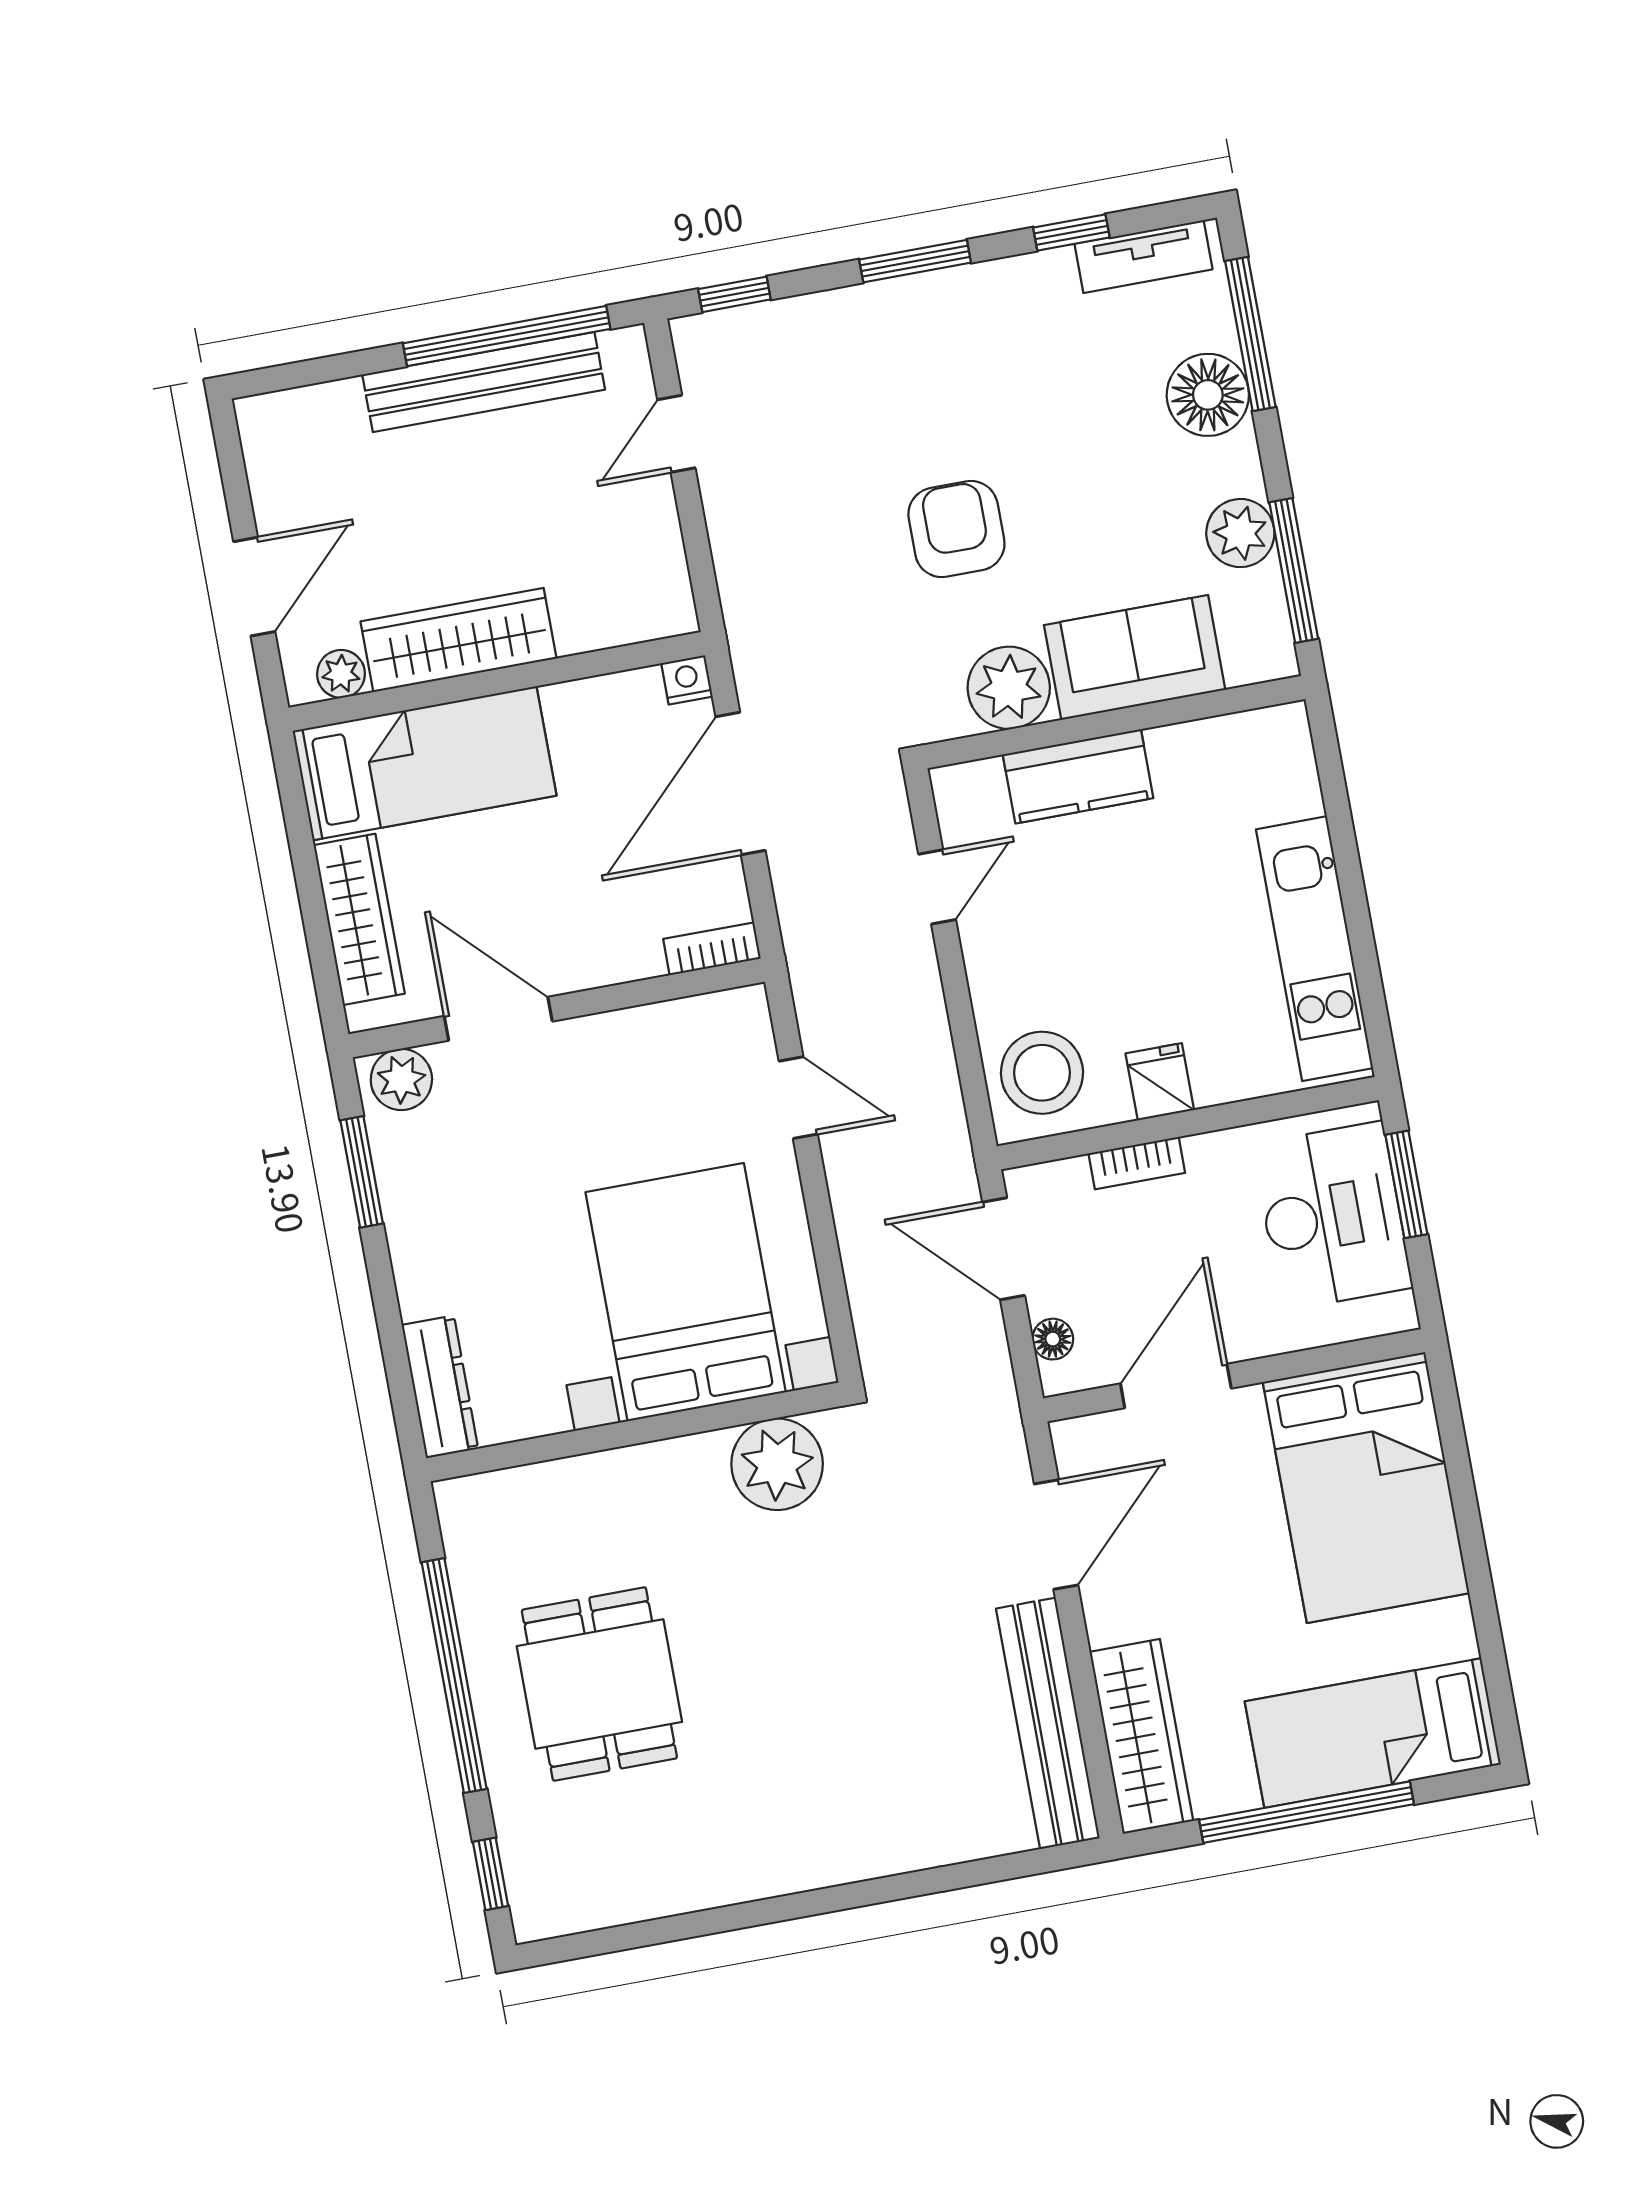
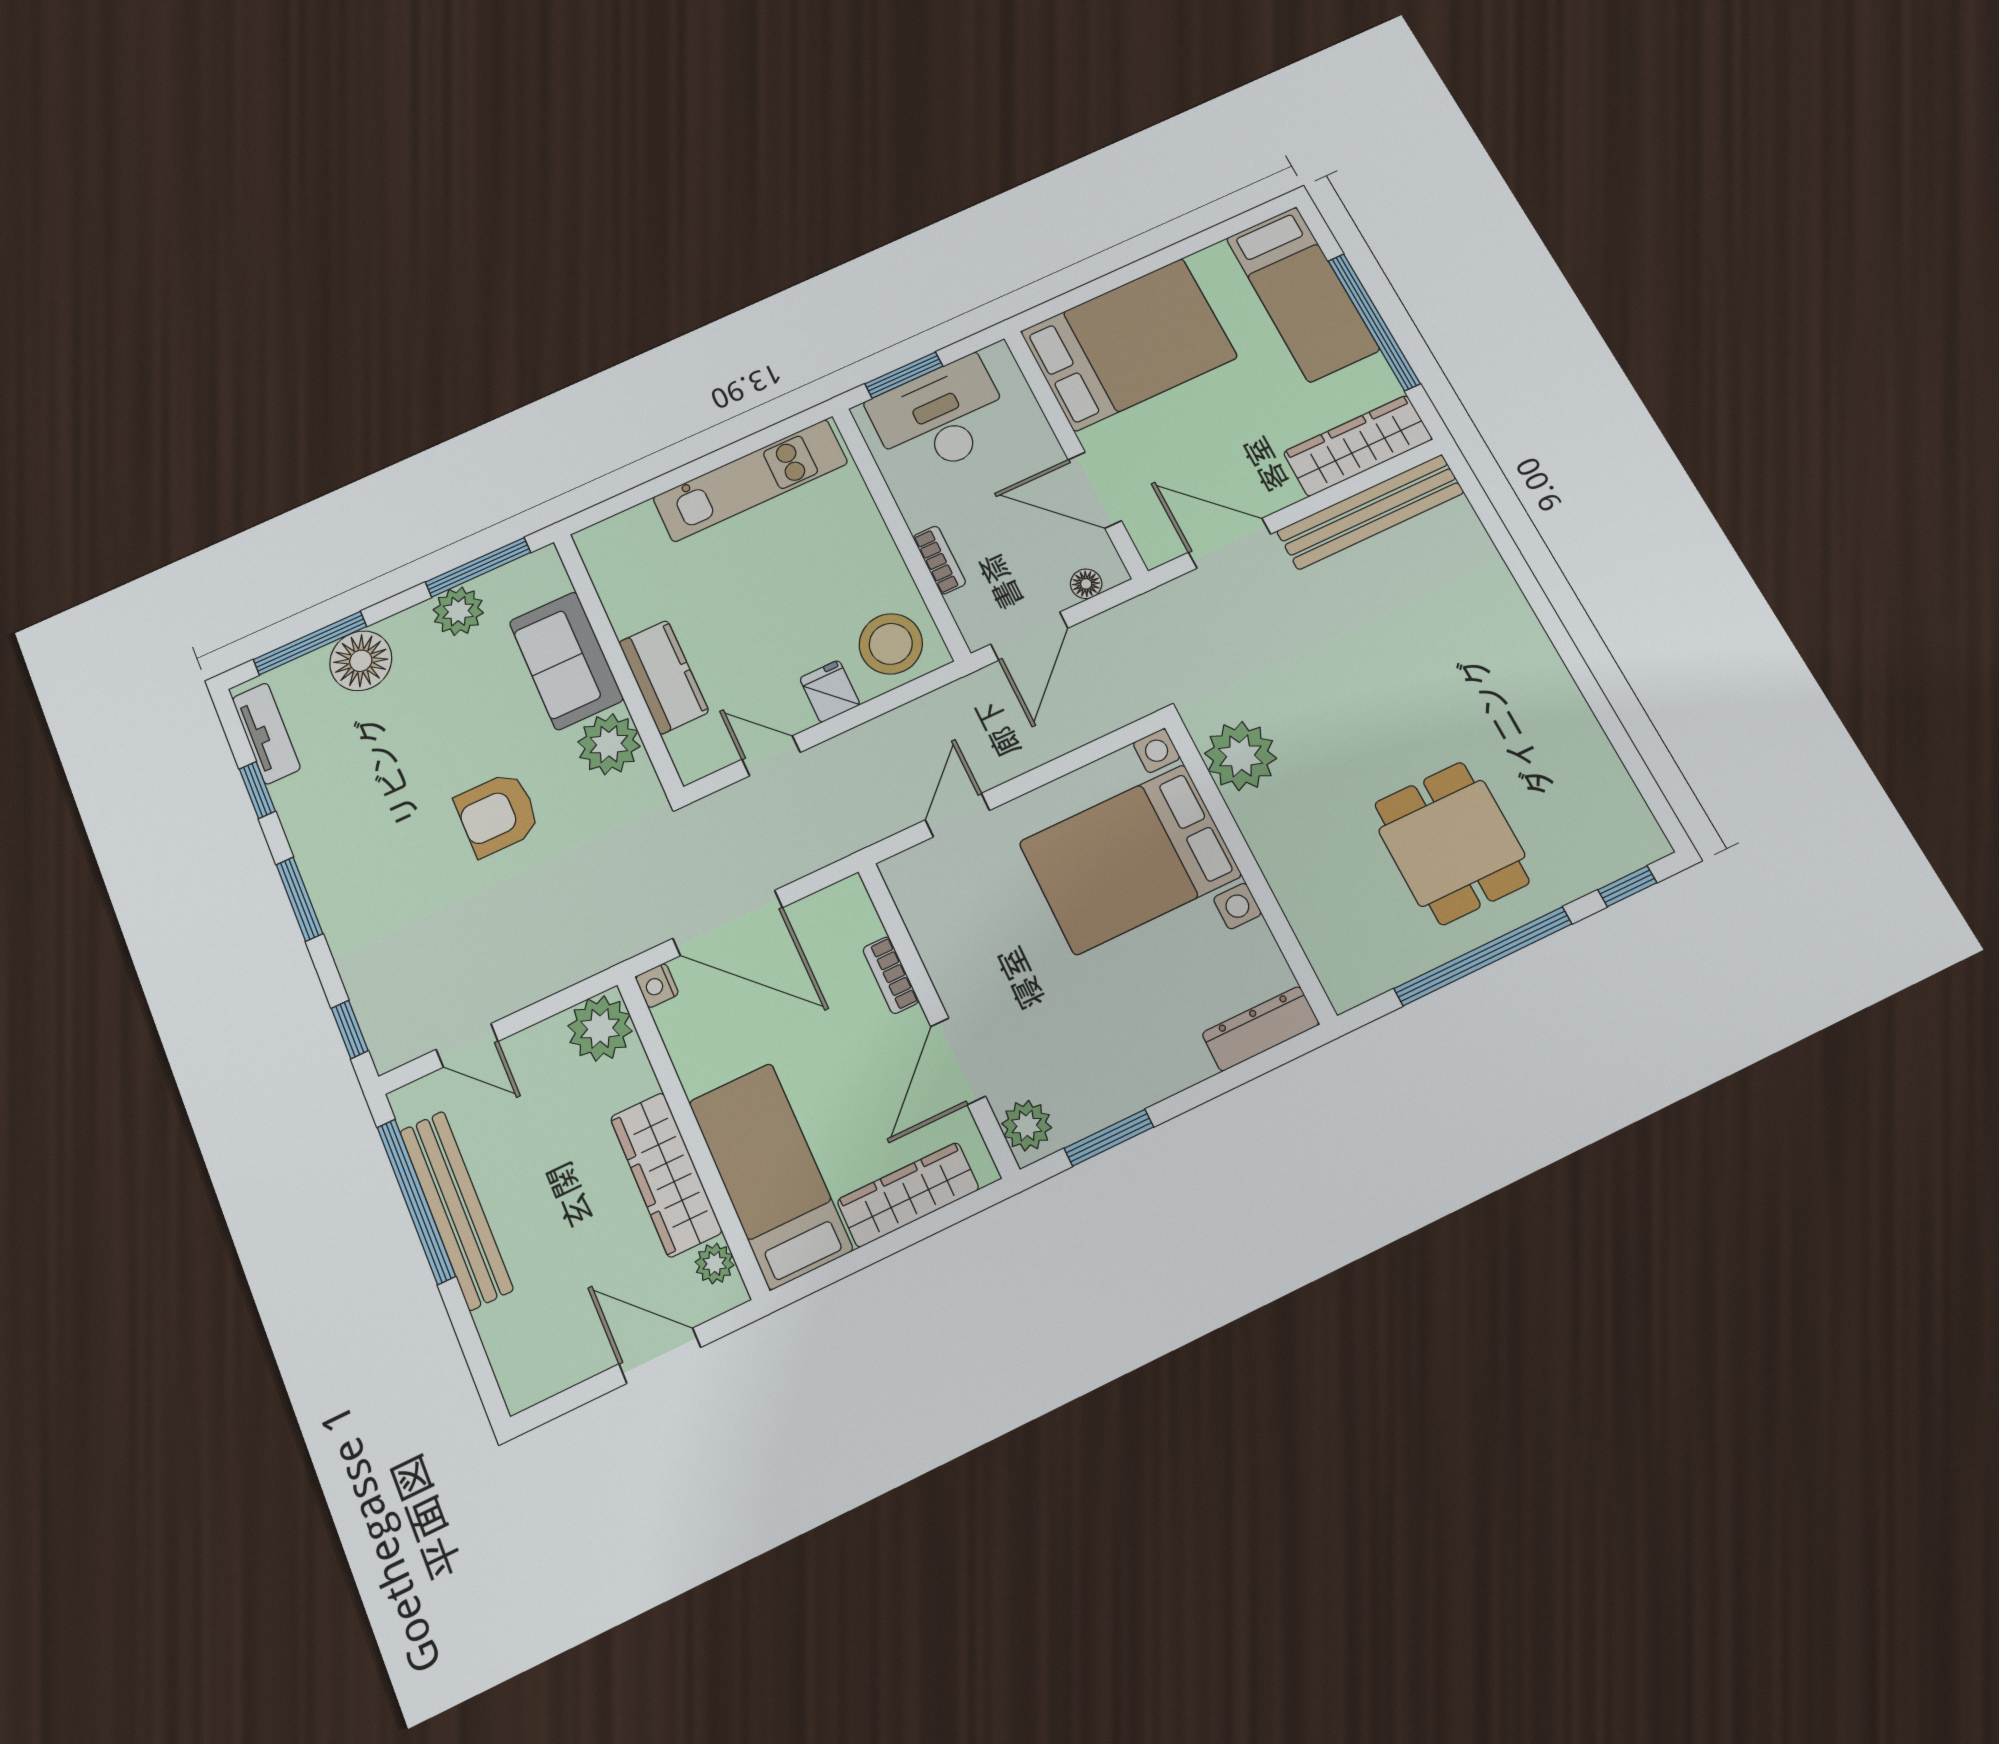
plant: (653, 599) -> (600, 1028), added
bookcase: (712, 949) -> (891, 975), moved
fridge: (1160, 1082) -> (830, 691), moved, turned 90
dining table: (599, 1684) -> (1452, 843), turned 90

